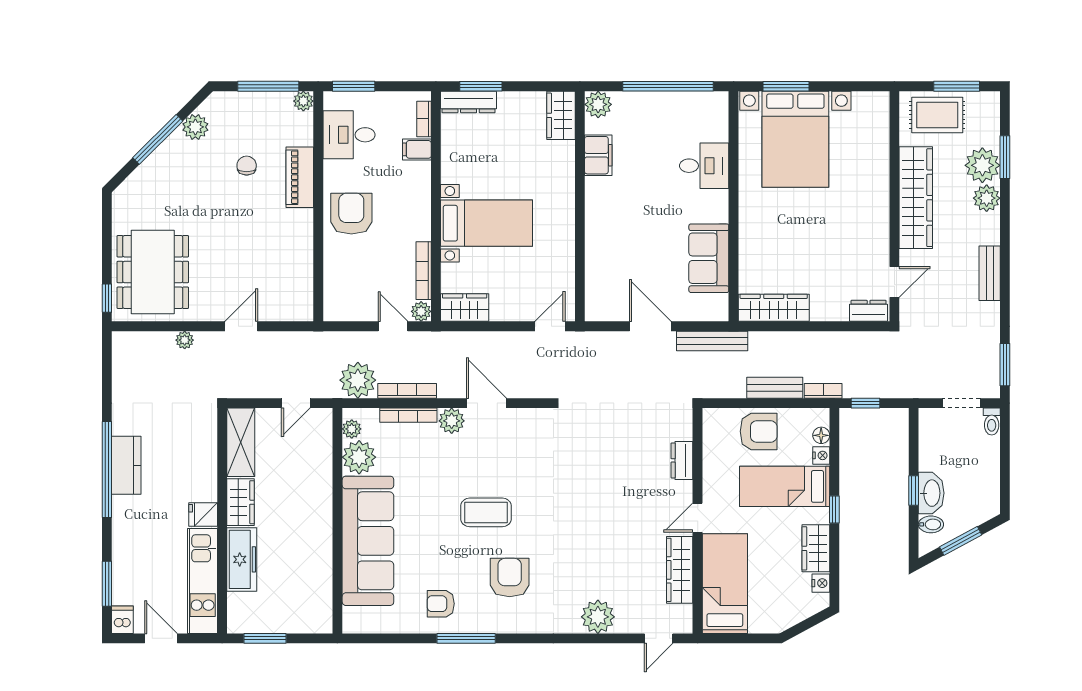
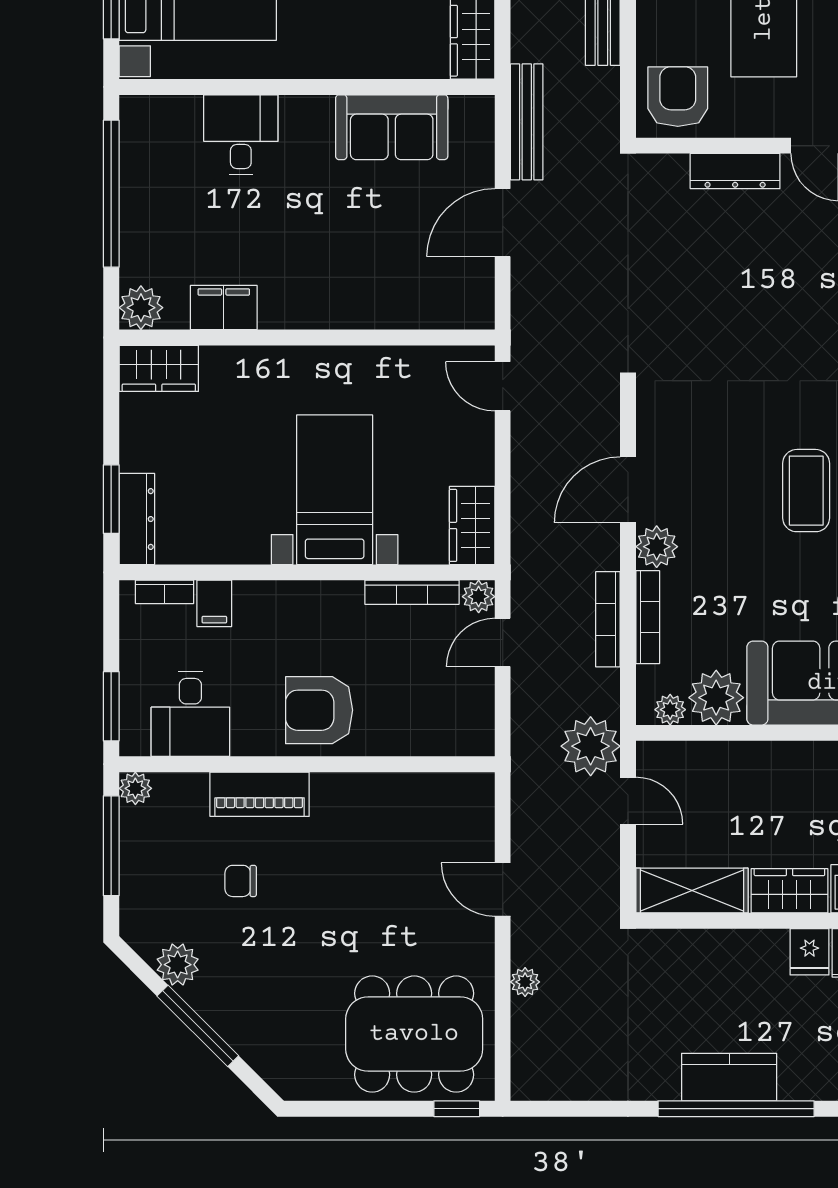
plant: (358, 380) -> (591, 746), moved
armchair: (759, 431) -> (678, 97), moved
dresser: (682, 460) -> (735, 171), width x1.44

